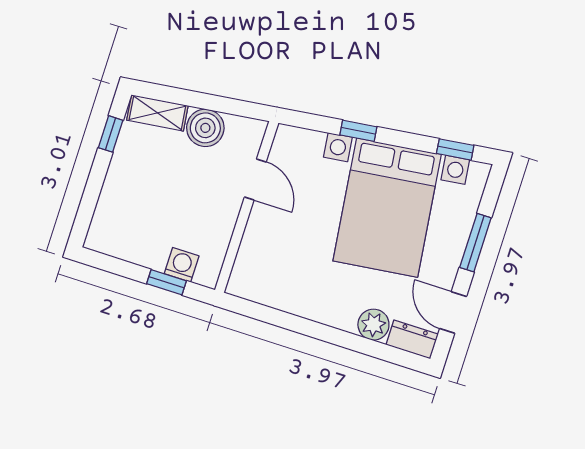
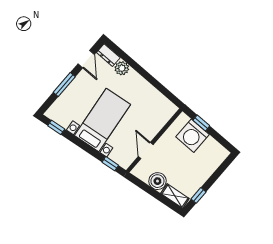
window: (358, 131) -> (110, 164), moved
bed with nightstands: (387, 208) -> (102, 120), width x0.73
washing machine: (182, 265) -> (193, 136), width x1.89, depth x1.89

